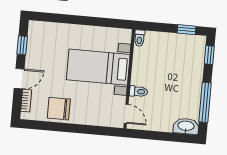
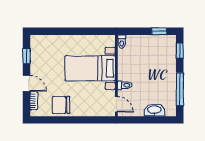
door: (19, 79) -> (27, 83), hinge flipped
washbasin: (186, 126) -> (154, 110), moved

